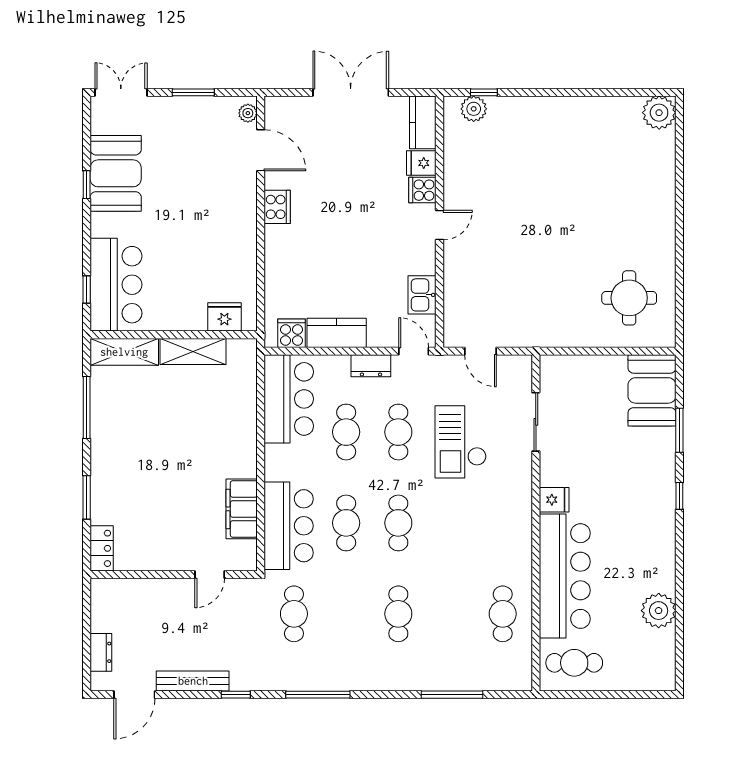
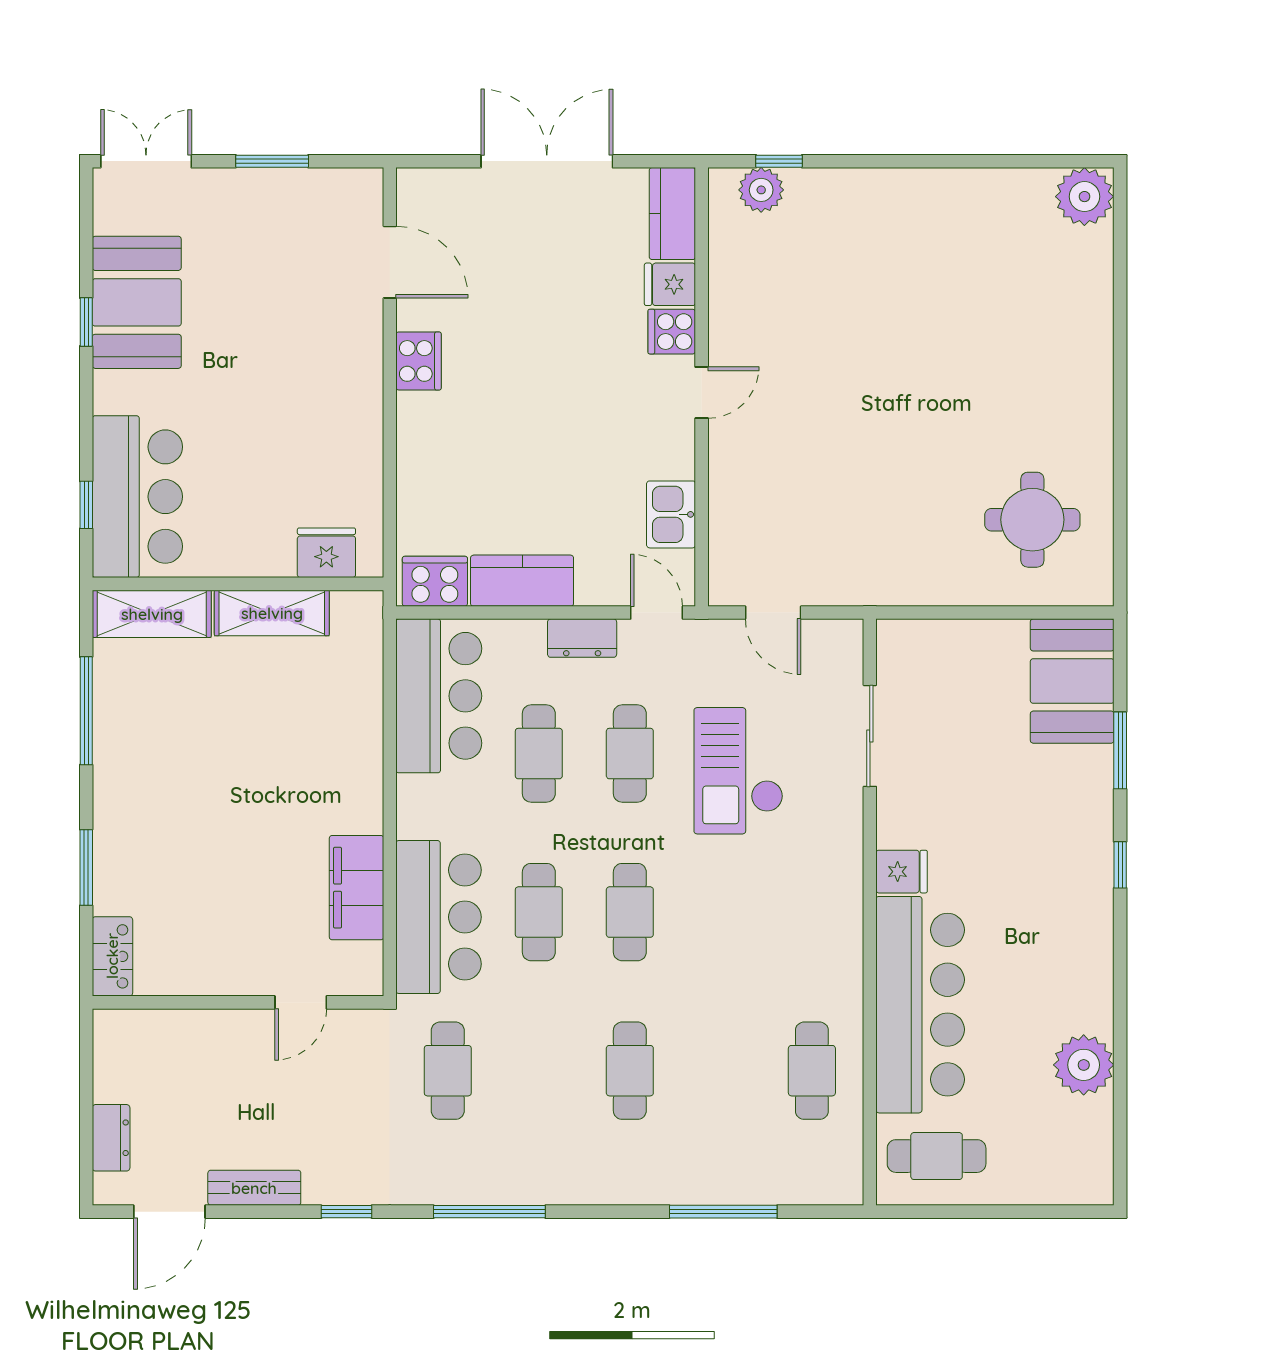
plant: (248, 113) -> (367, 197), removed
cooker: (292, 333) -> (435, 581), width x1.36
bench: (193, 681) -> (254, 1188), width x0.73

